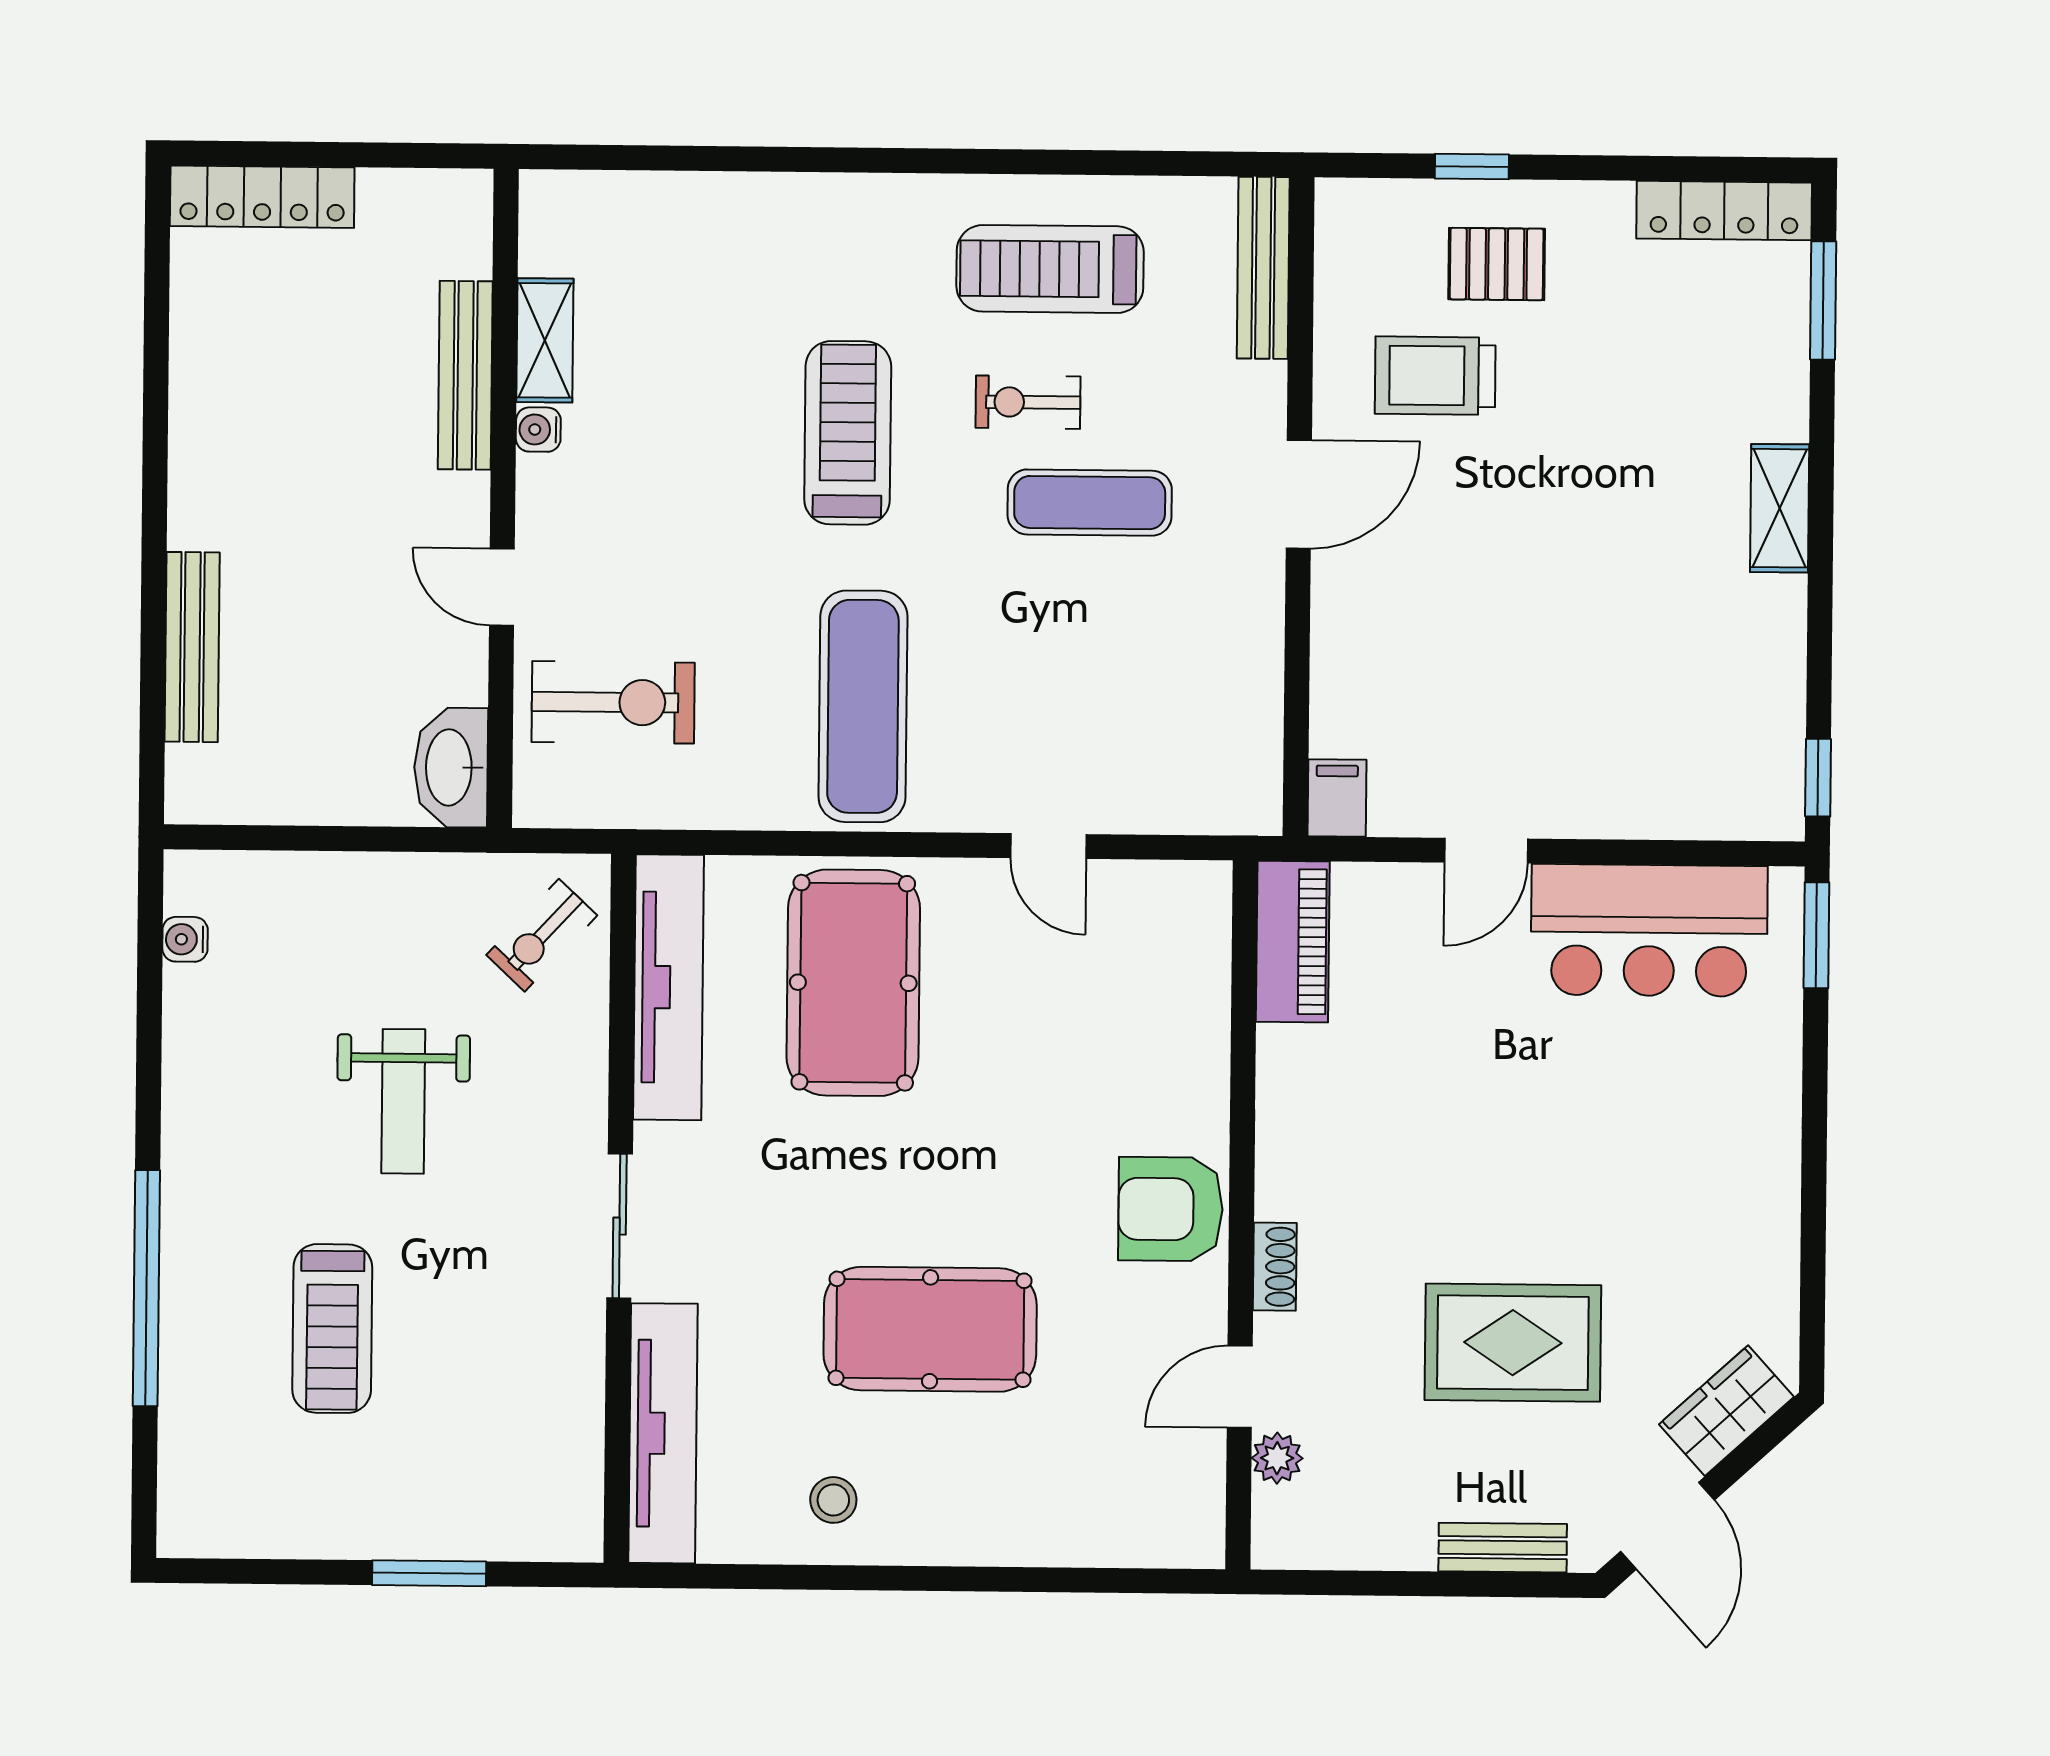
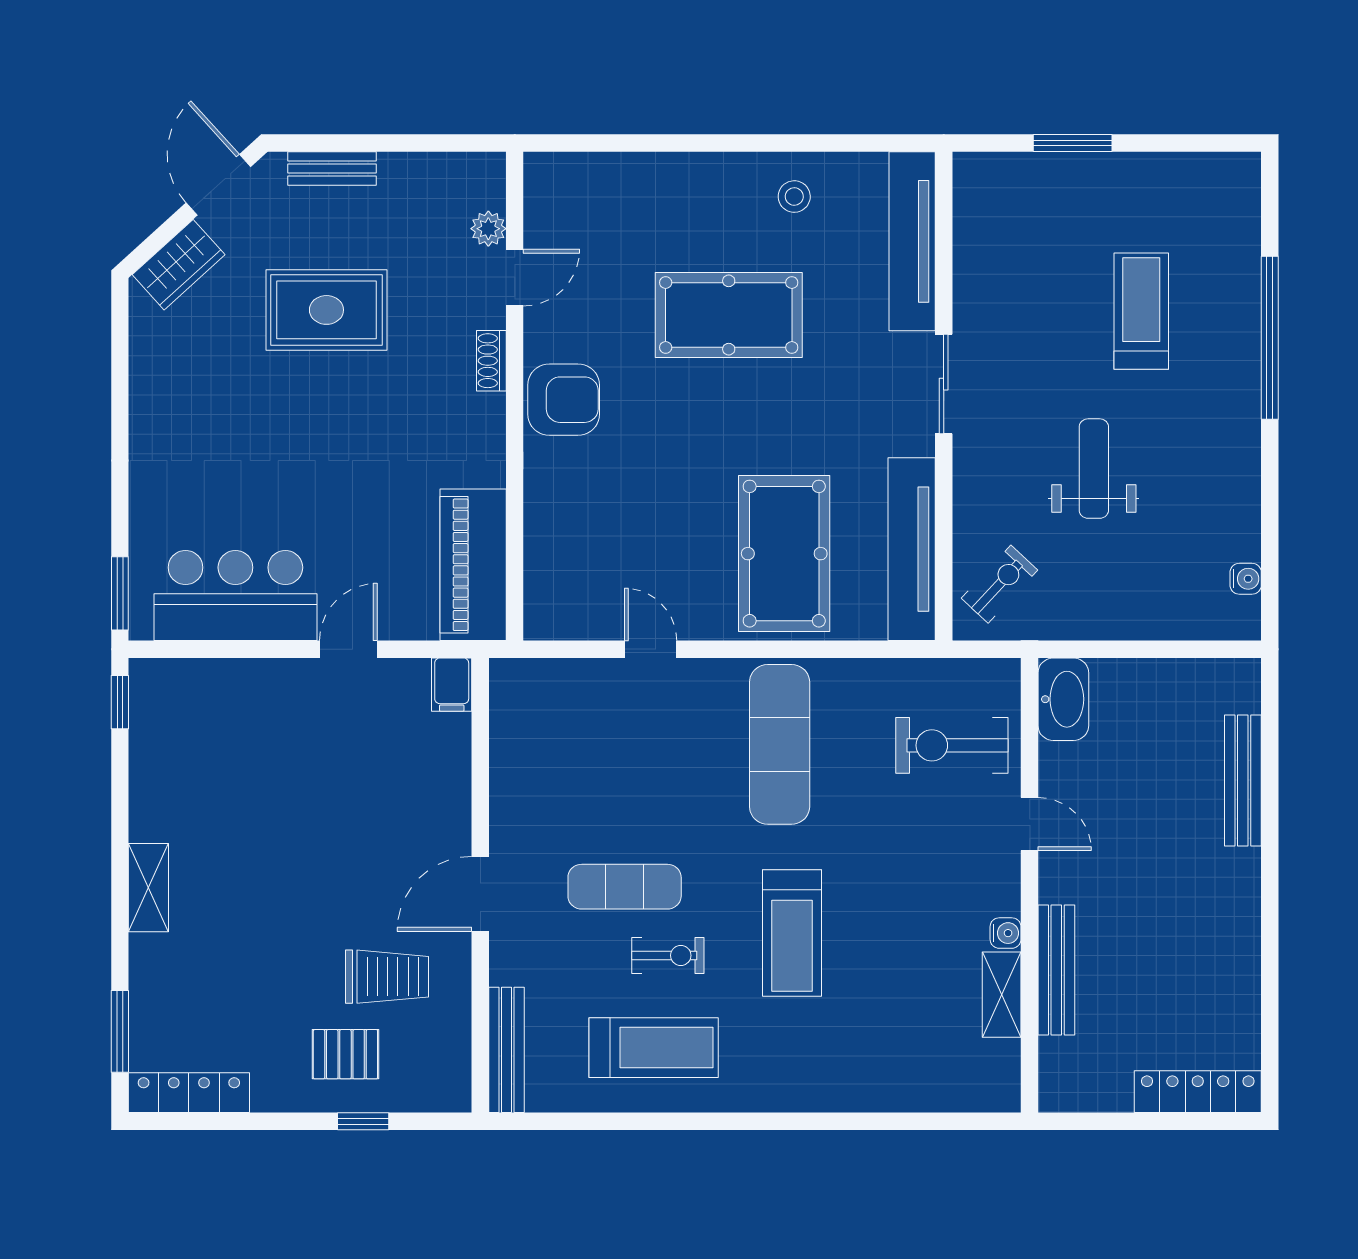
piano: (1293, 942) -> (473, 565), width x1.37, depth x1.33

